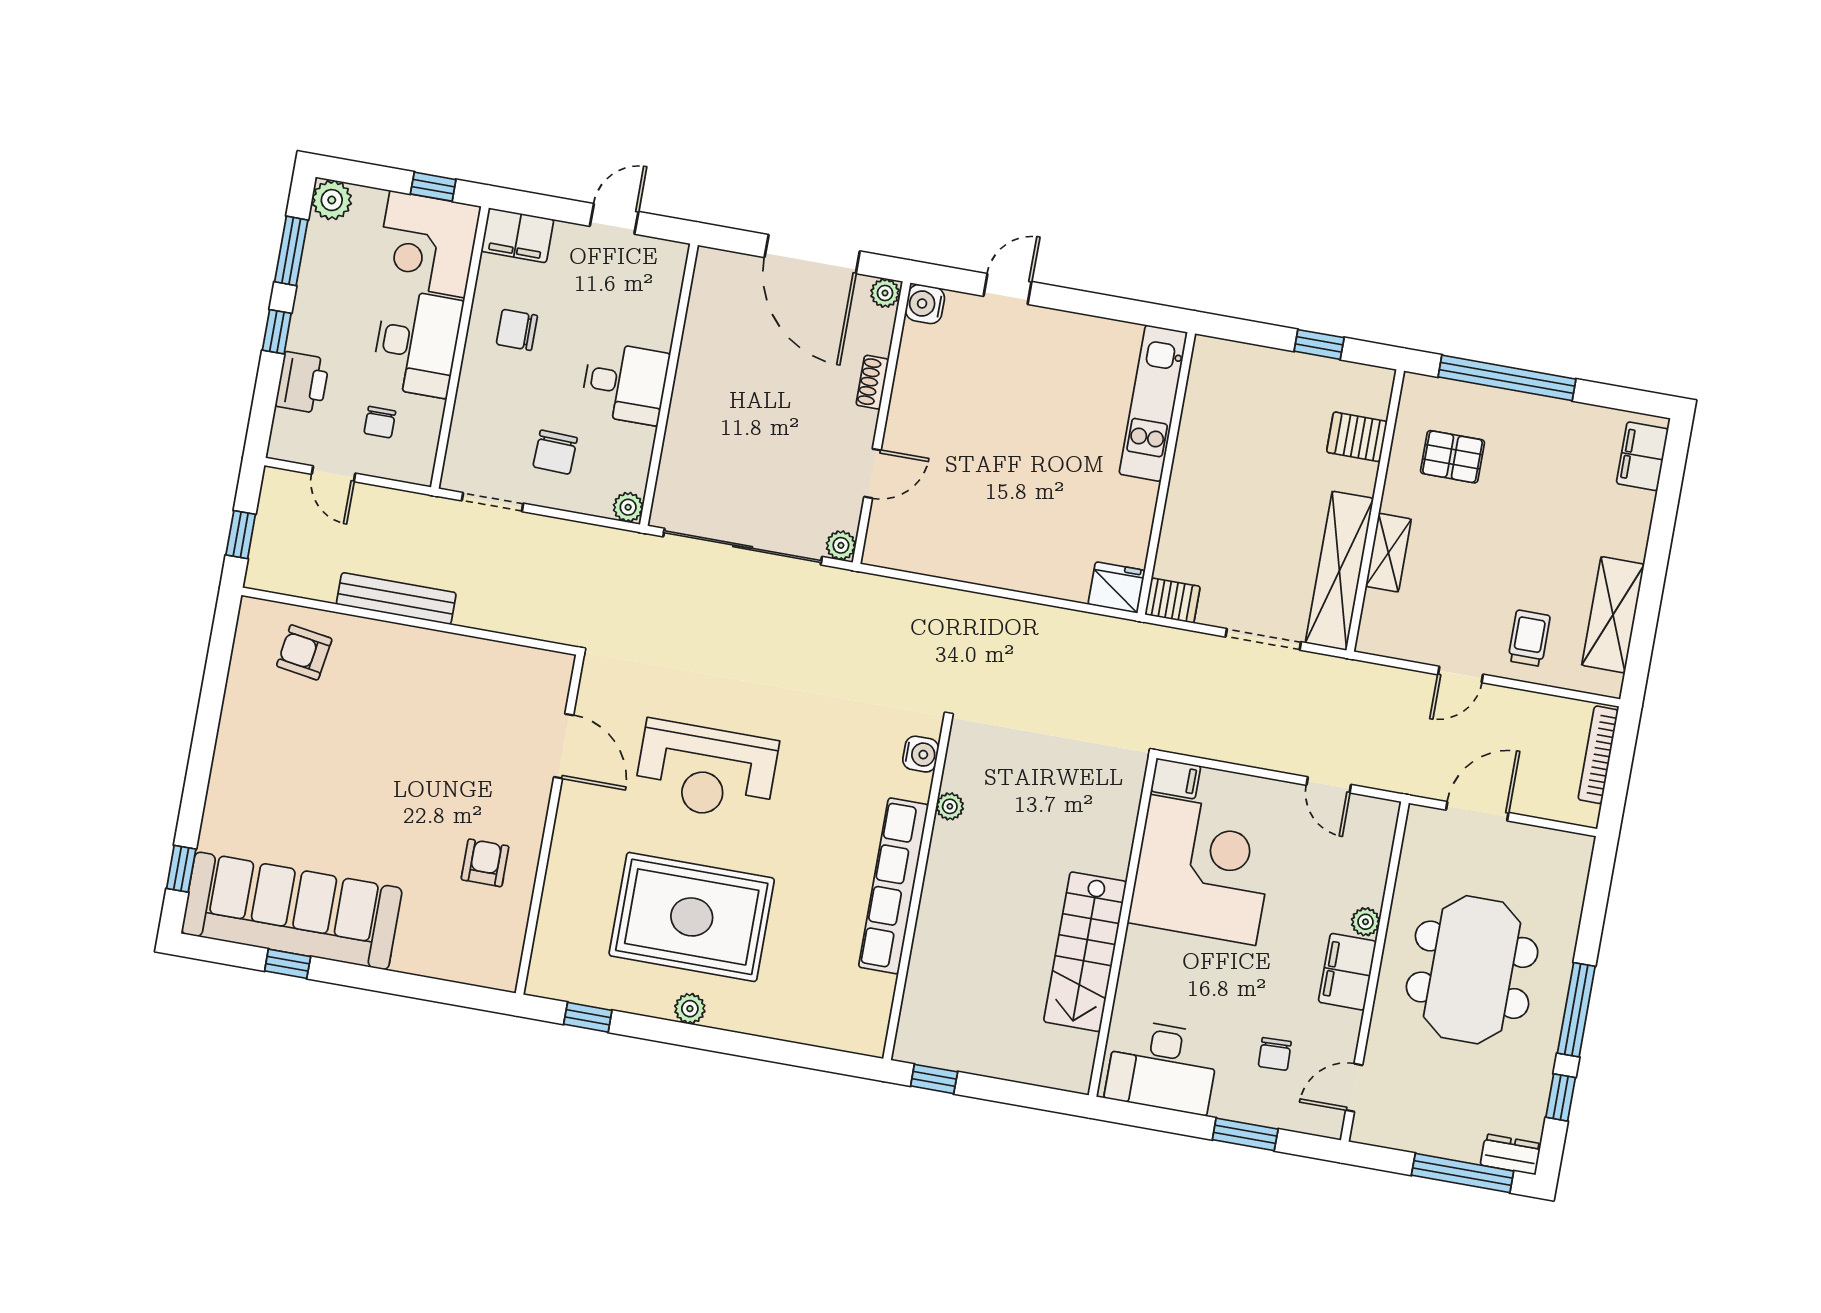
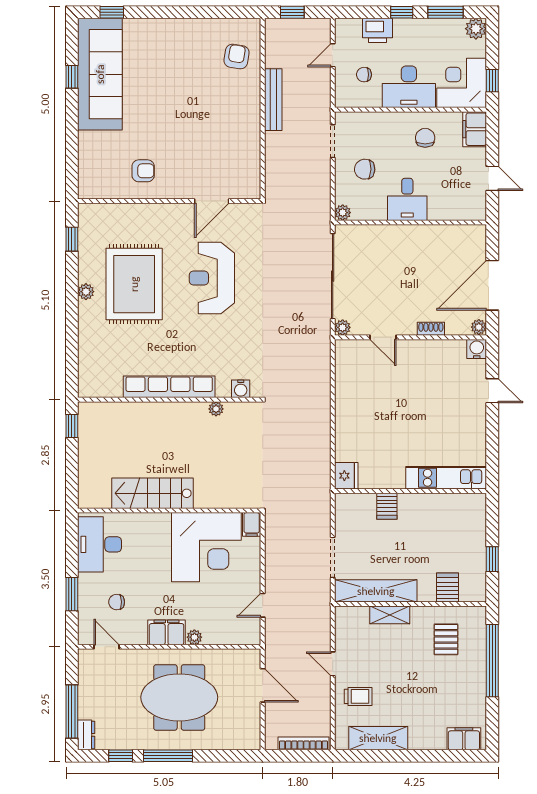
server rack: (1173, 600) -> (387, 506), moved

